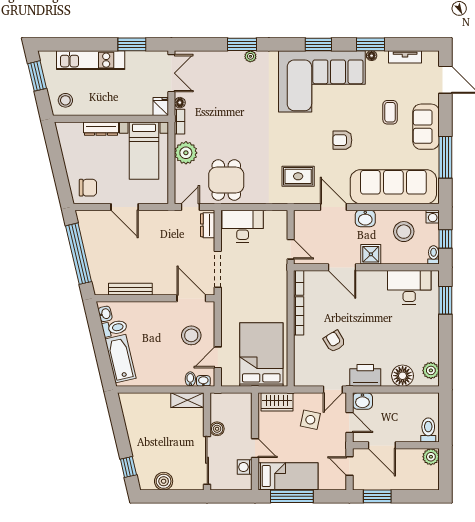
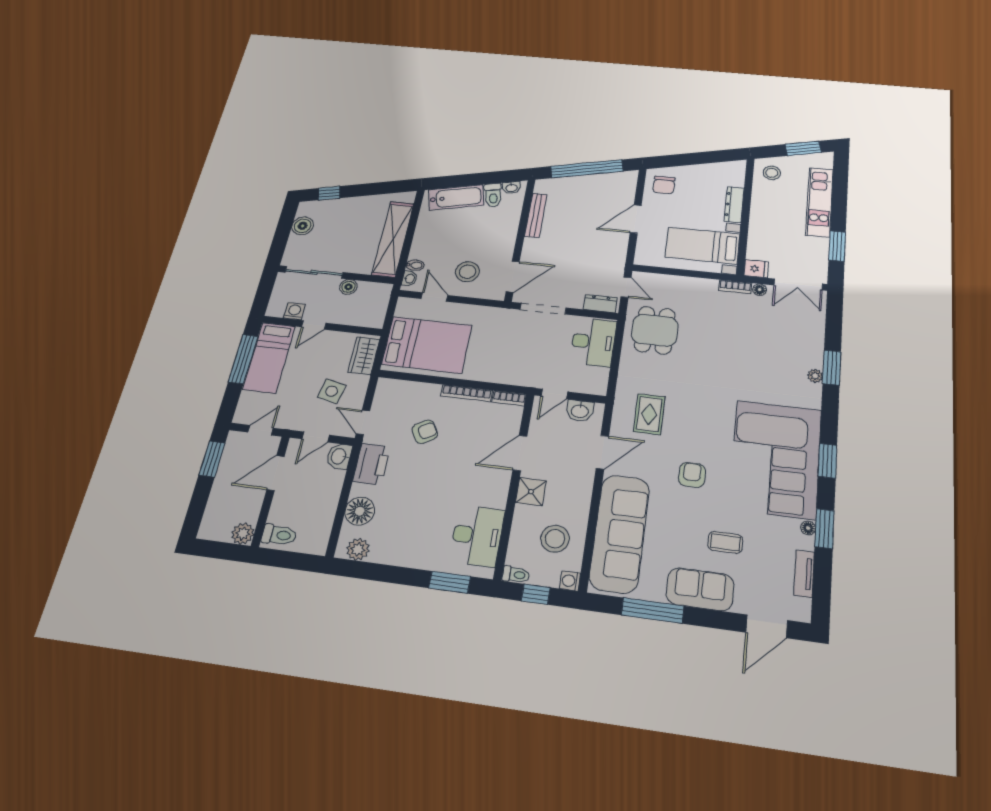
plant: (186, 153) -> (695, 290), removed
dining table: (226, 180) -> (655, 330), turned 90
washbasin: (365, 218) -> (580, 411), moved, turned -90
shelving: (187, 400) -> (393, 239), width x2.20, depth x1.33

